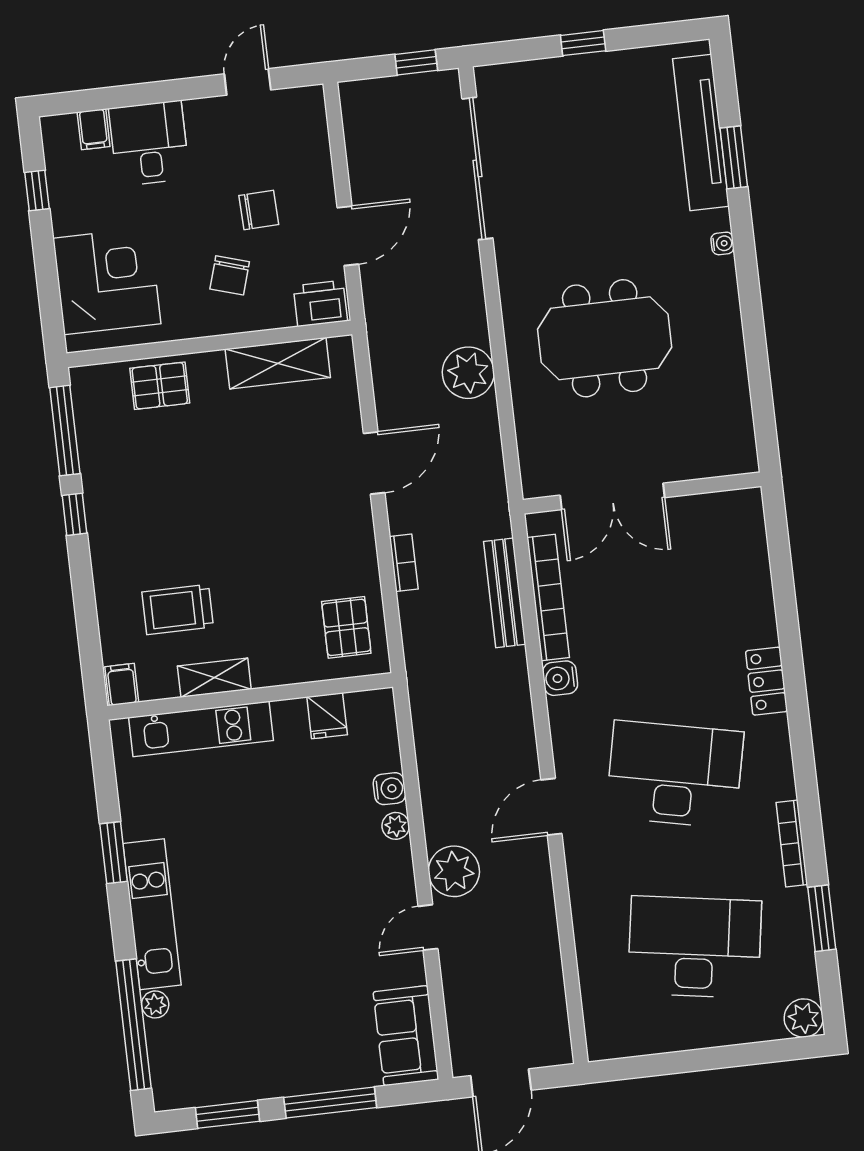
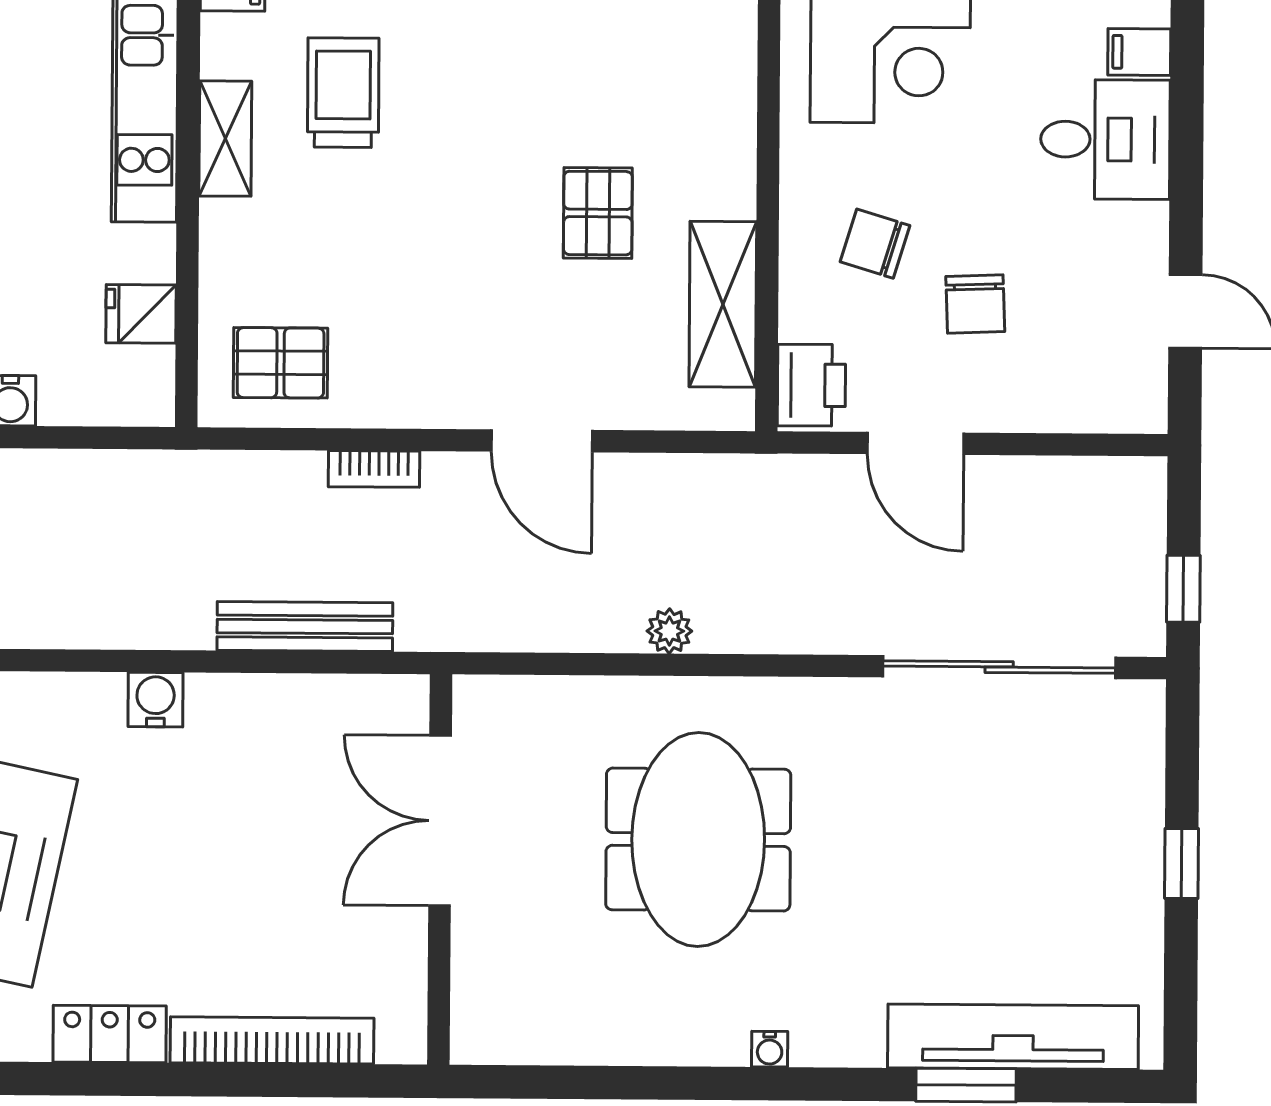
water cooler: (722, 243) -> (770, 1049), moved
plant: (468, 373) -> (669, 631), width x0.53, depth x0.53
pallet: (160, 386) -> (598, 213), moved
bookcase: (548, 597) -> (272, 1040), moved, turned 180

